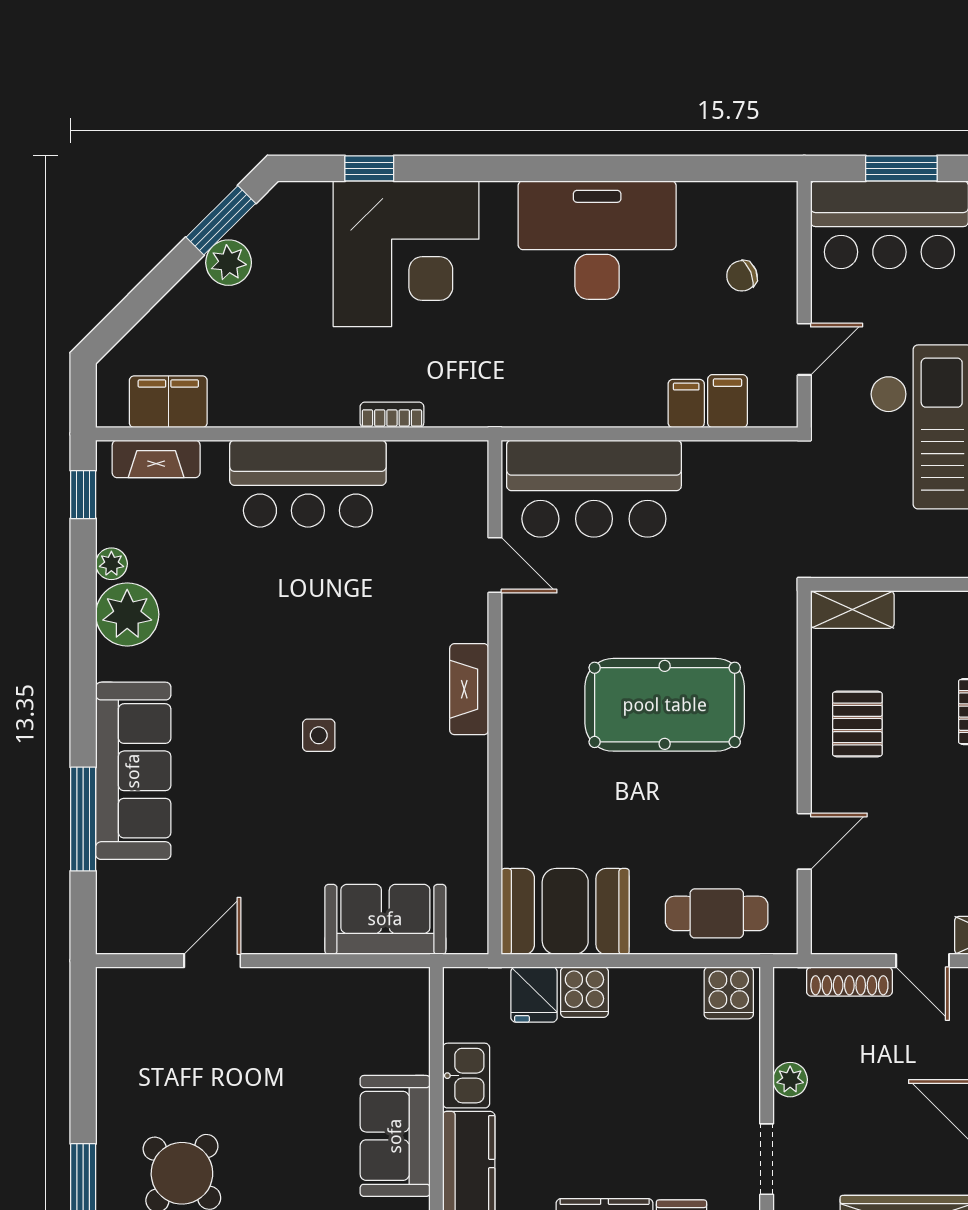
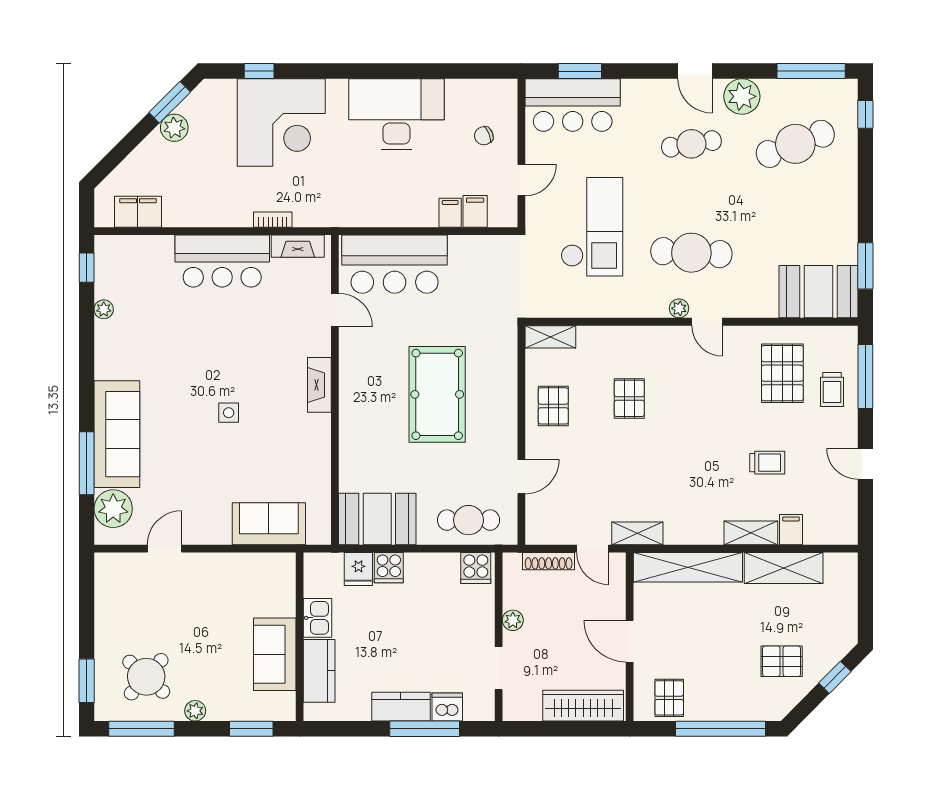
fireplace: (156, 459) -> (298, 246), moved
plant: (127, 614) -> (113, 509), moved
pool table: (665, 705) -> (437, 394), turned 90

